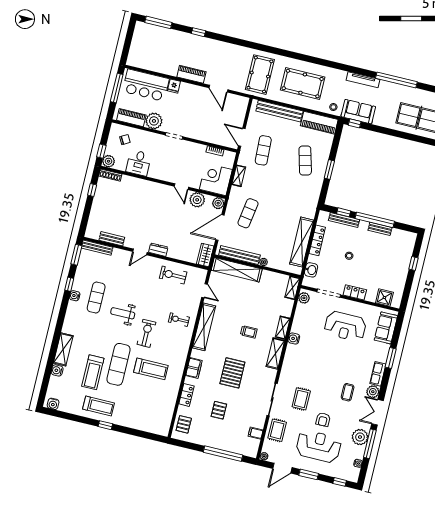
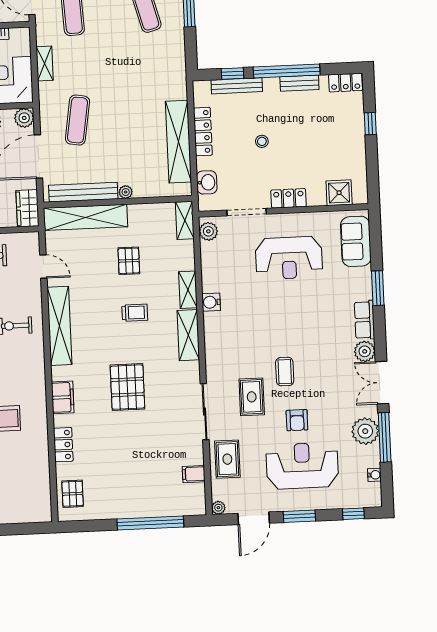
locker: (406, 236) -> (346, 83), added
coffee table: (348, 392) -> (285, 372), moved
pallet: (219, 410) -> (129, 261), moved

